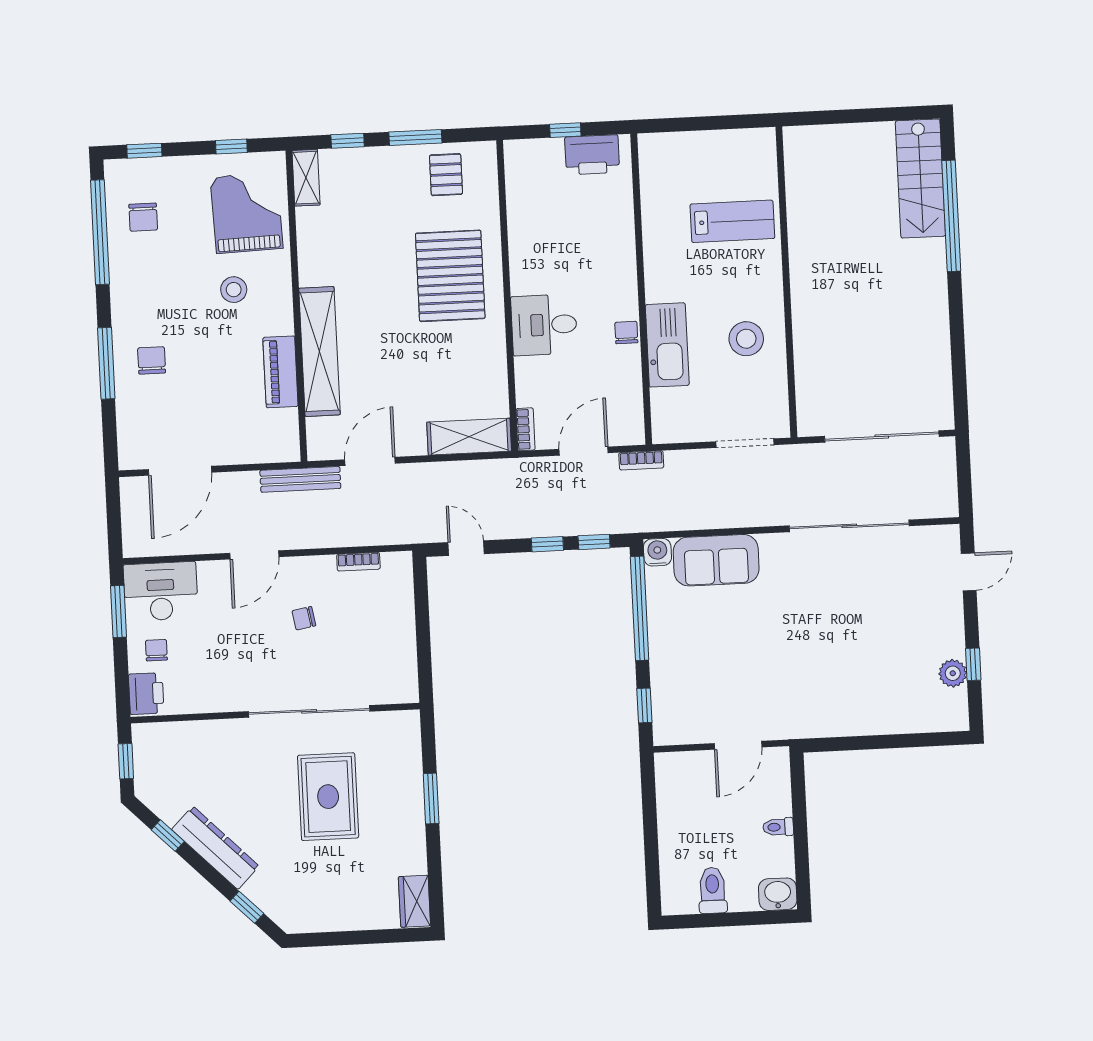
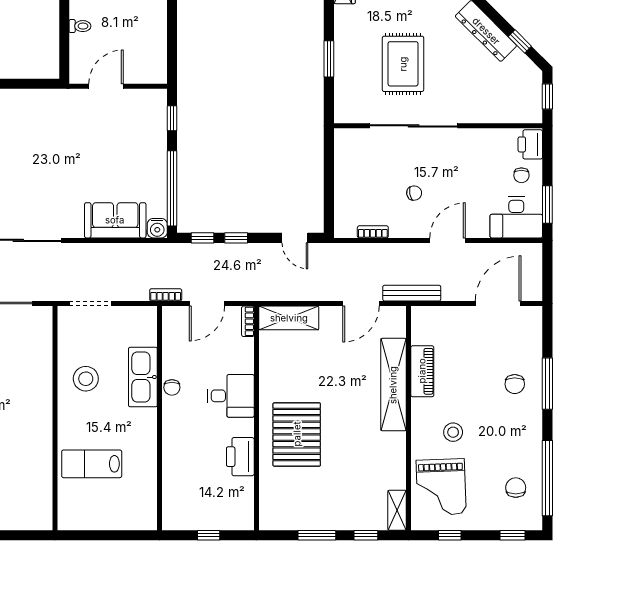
printer: (592, 155) -> (240, 457), moved, turned -90
pallet: (446, 175) -> (296, 507), removed

